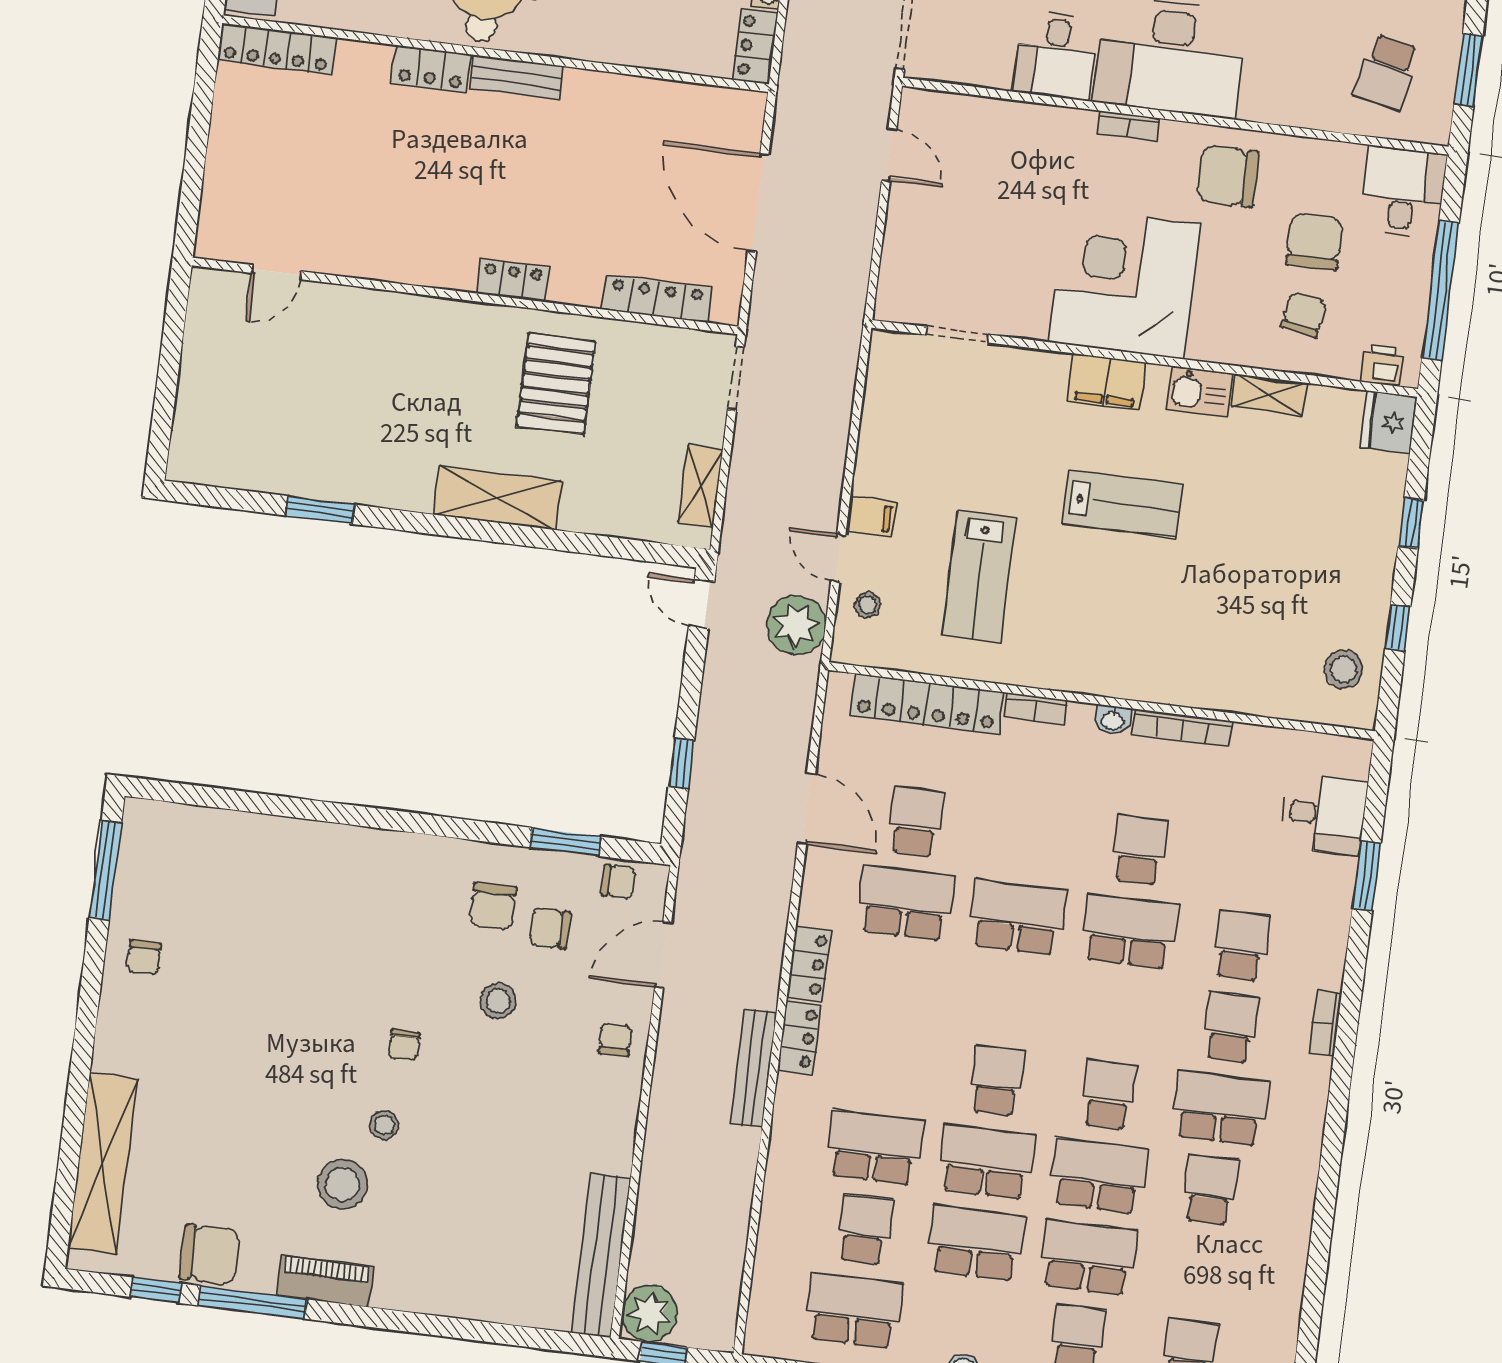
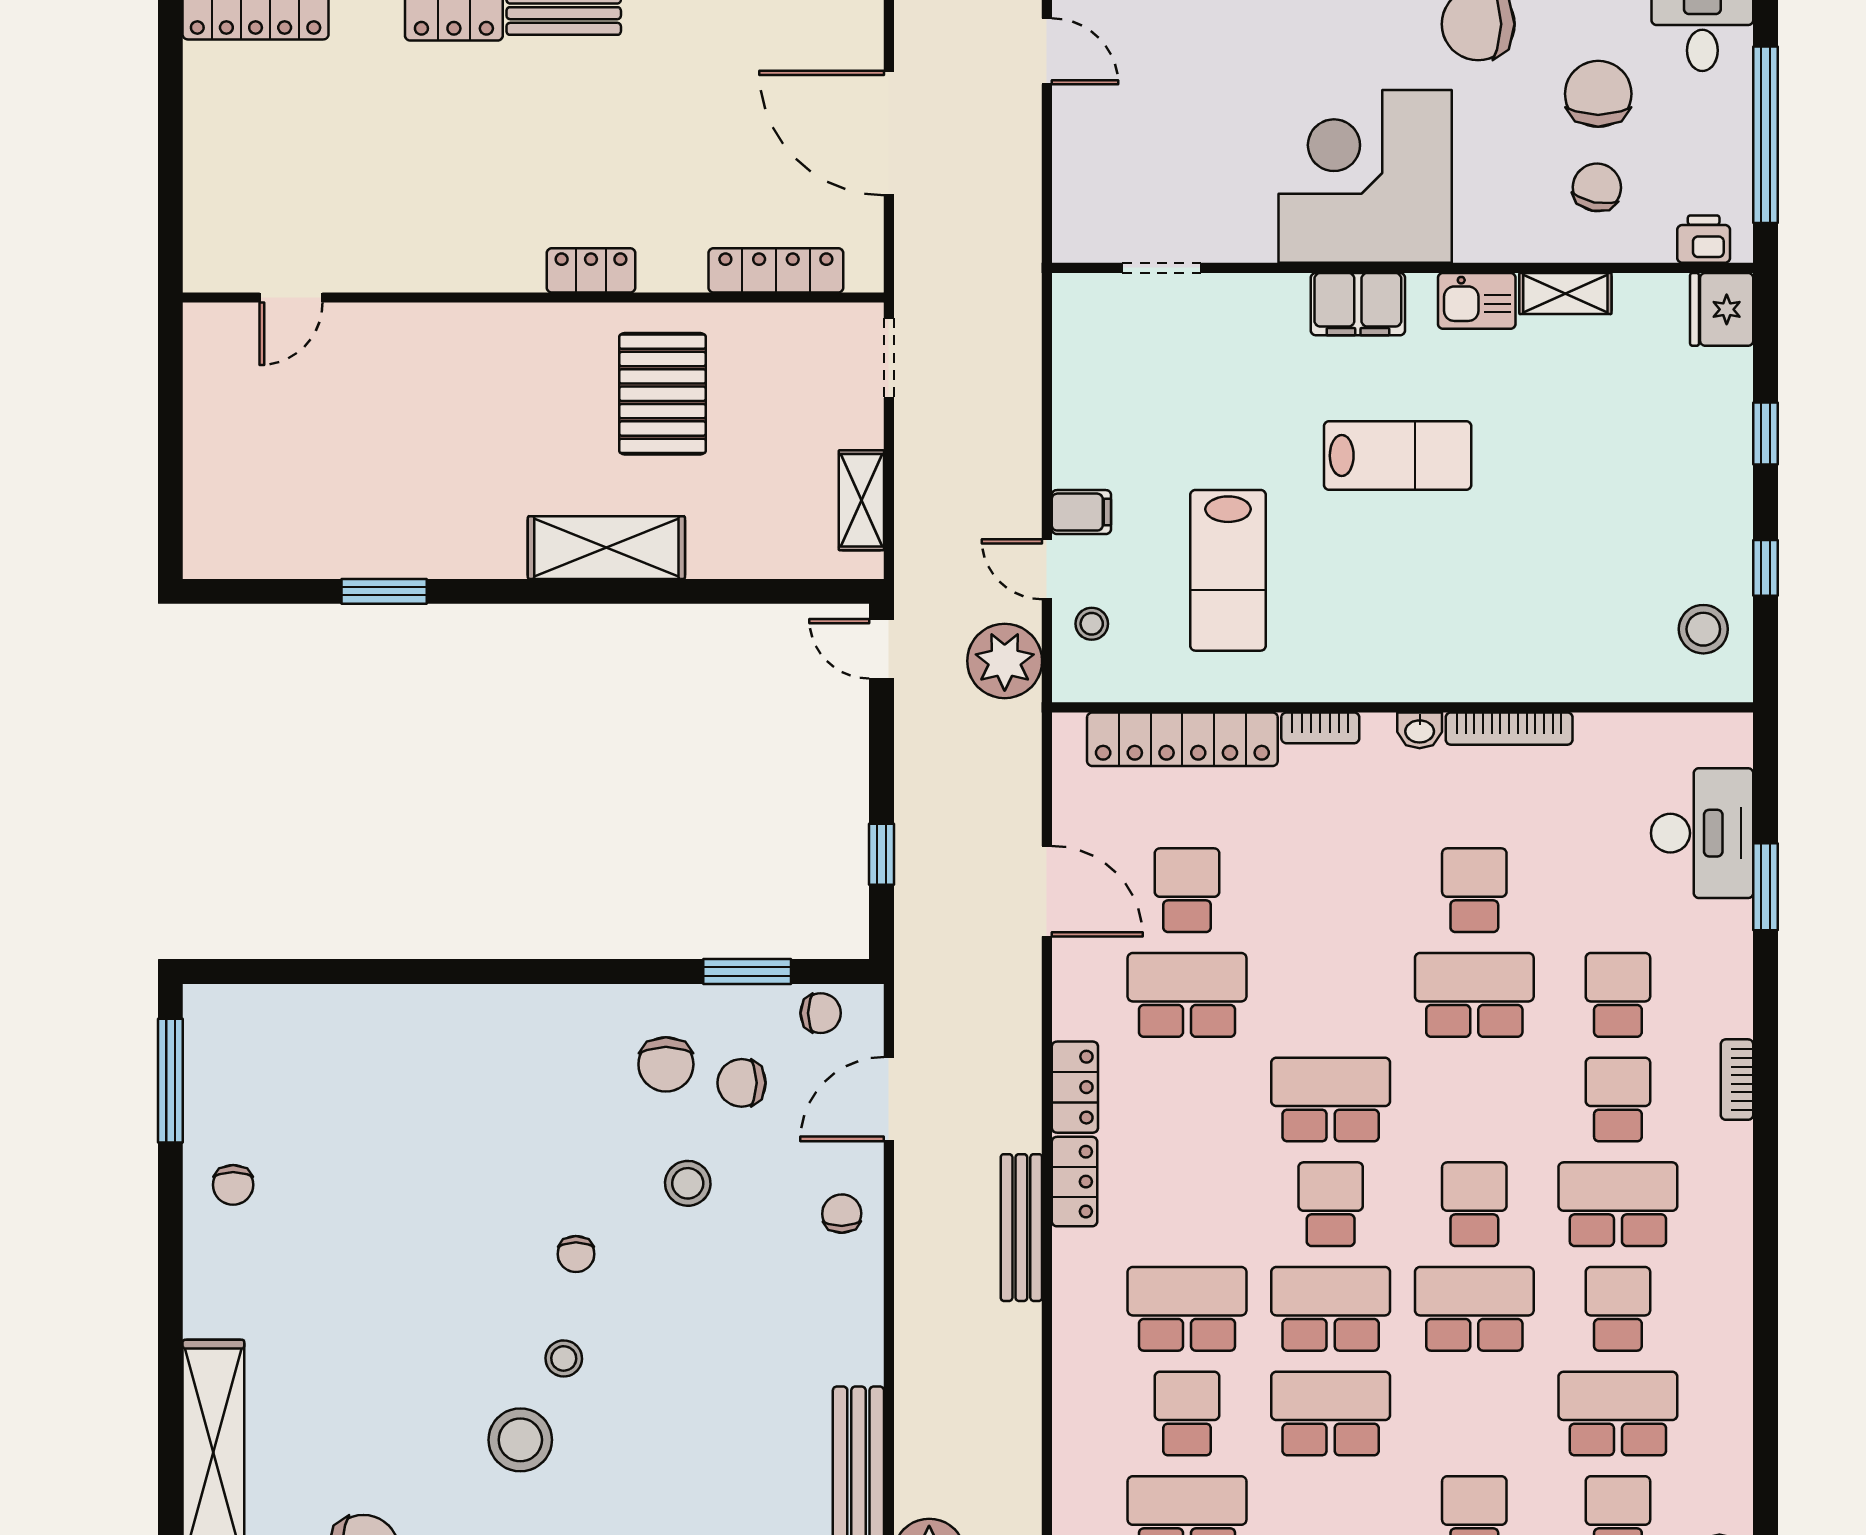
desk: (1324, 814) -> (1702, 833), width x1.37
school desk: (1017, 917) -> (1331, 1099), moved
school desk: (1088, 1257) -> (1618, 1413), moved

